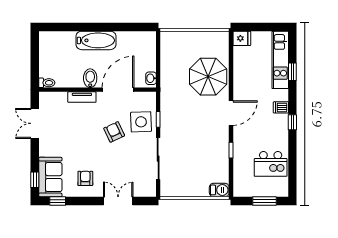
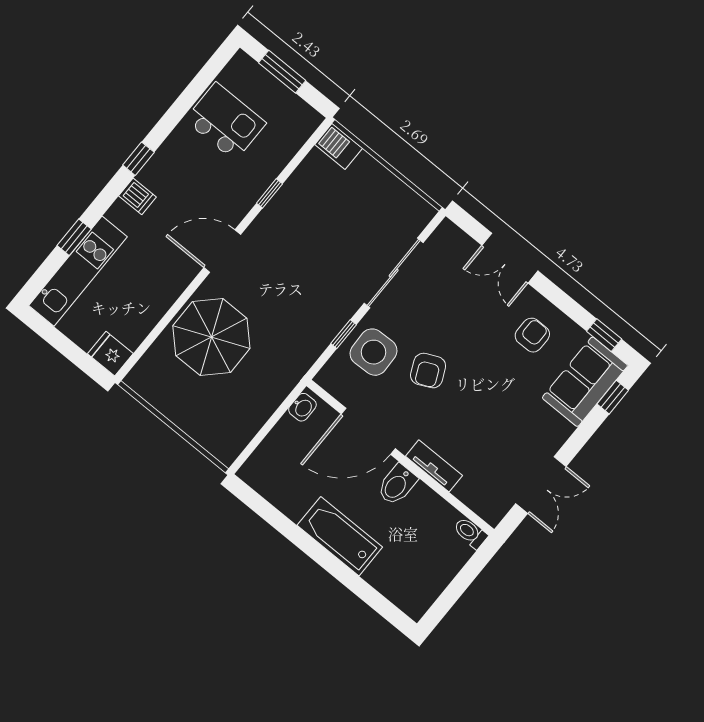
armchair: (85, 178) -> (532, 335), turned 180

